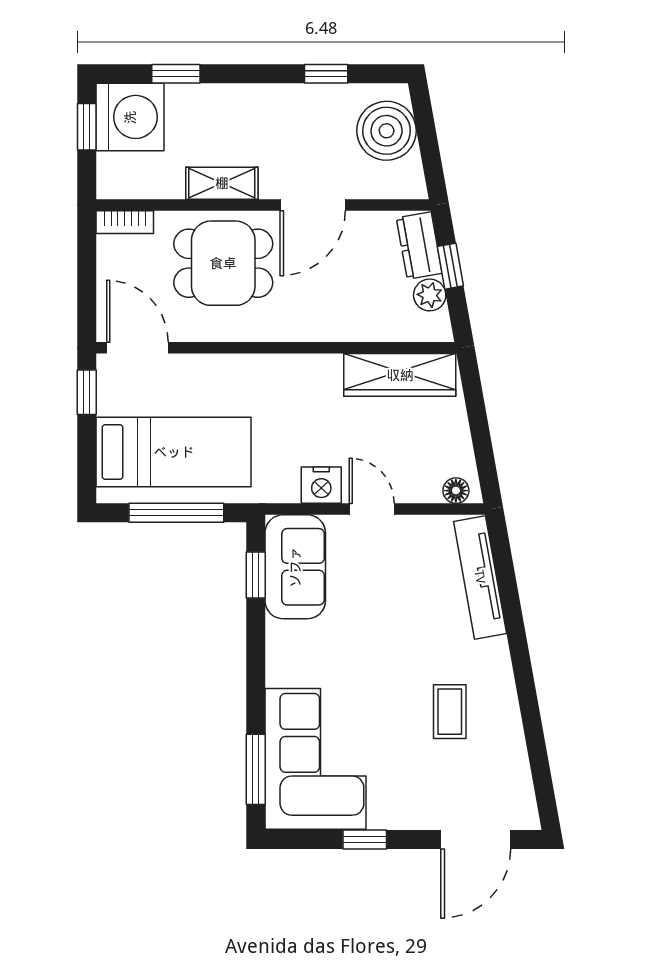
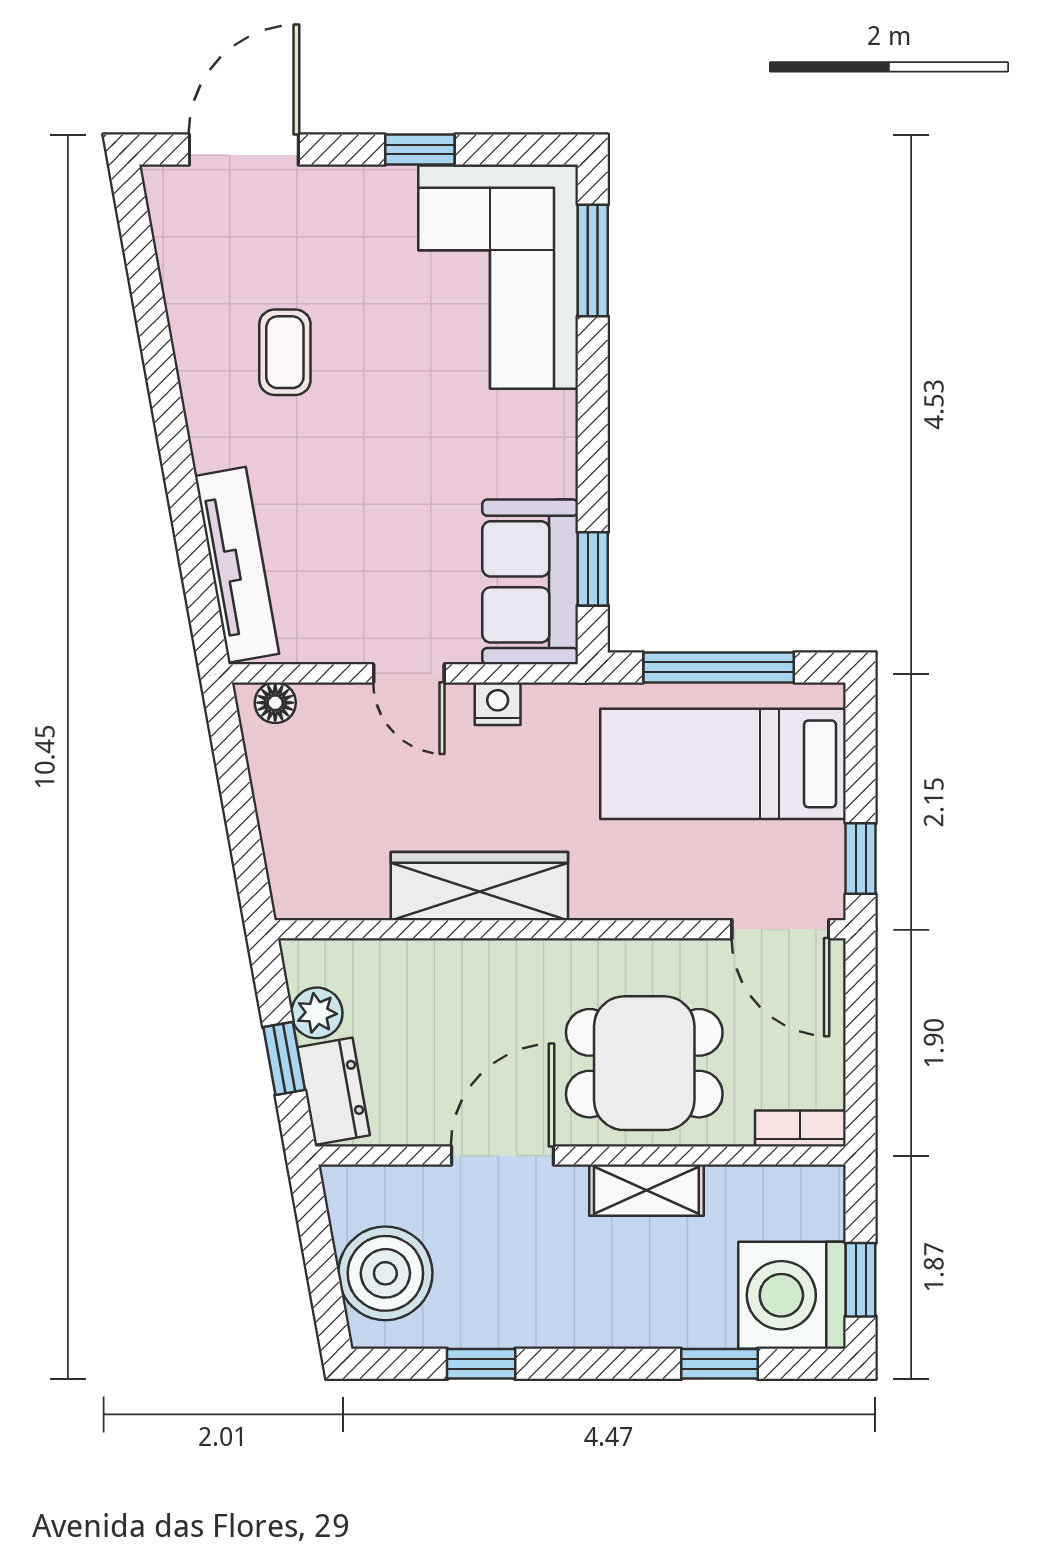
wardrobe: (400, 375) -> (479, 886), moved
nightstand: (321, 485) -> (498, 704), width x0.72, depth x0.74

